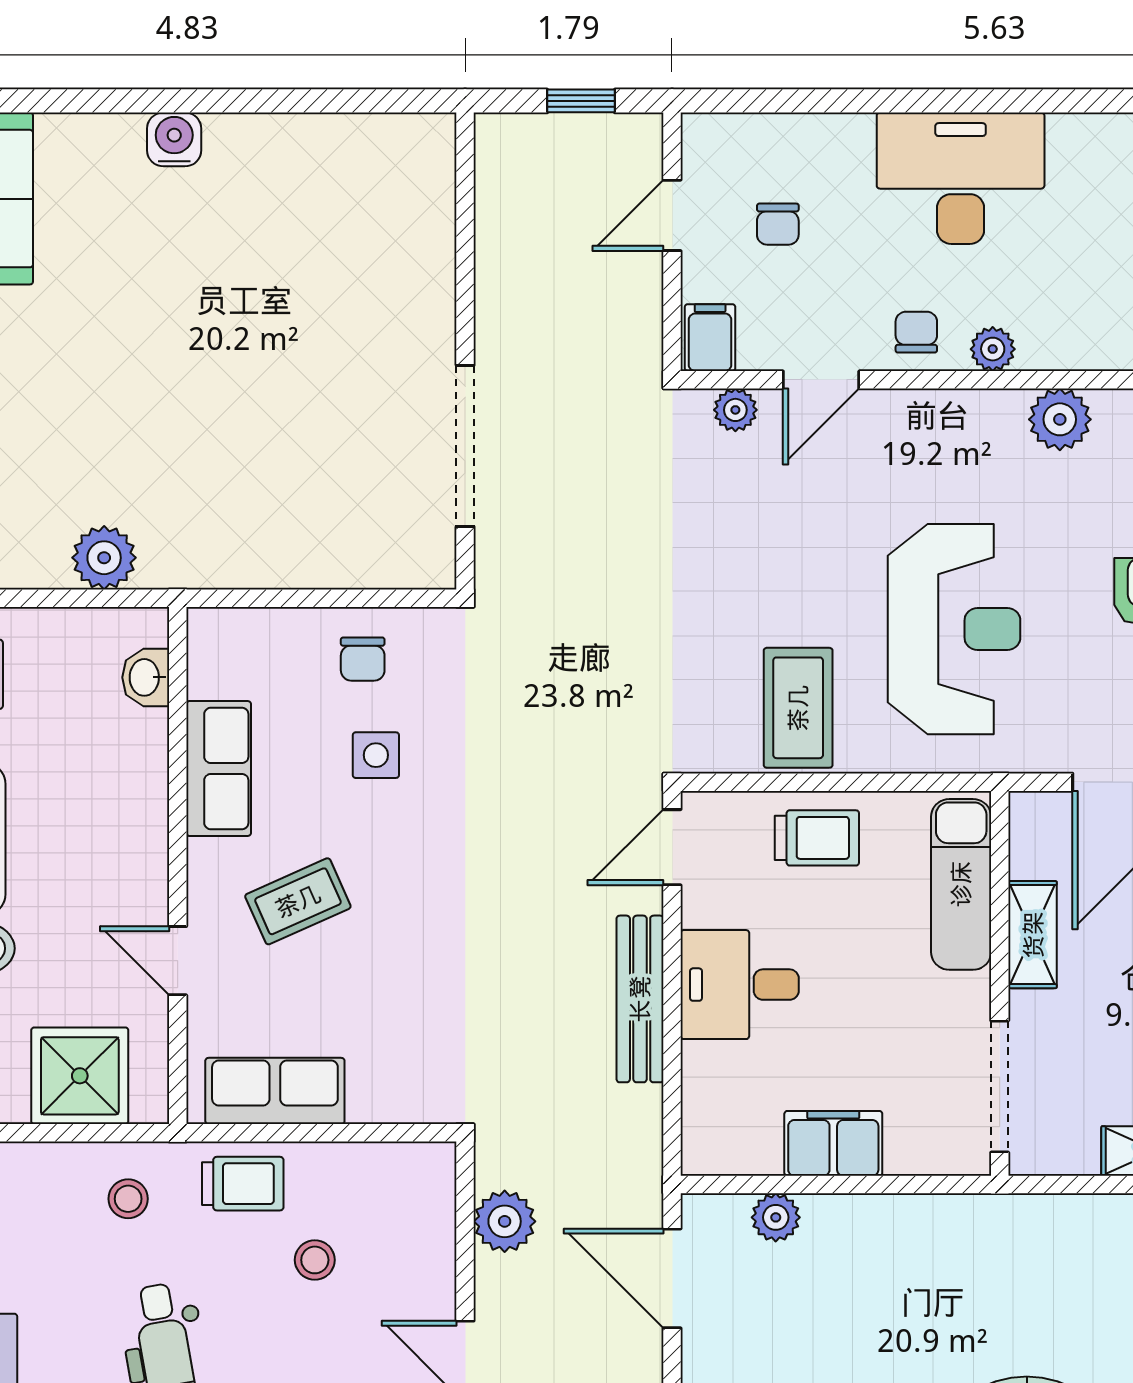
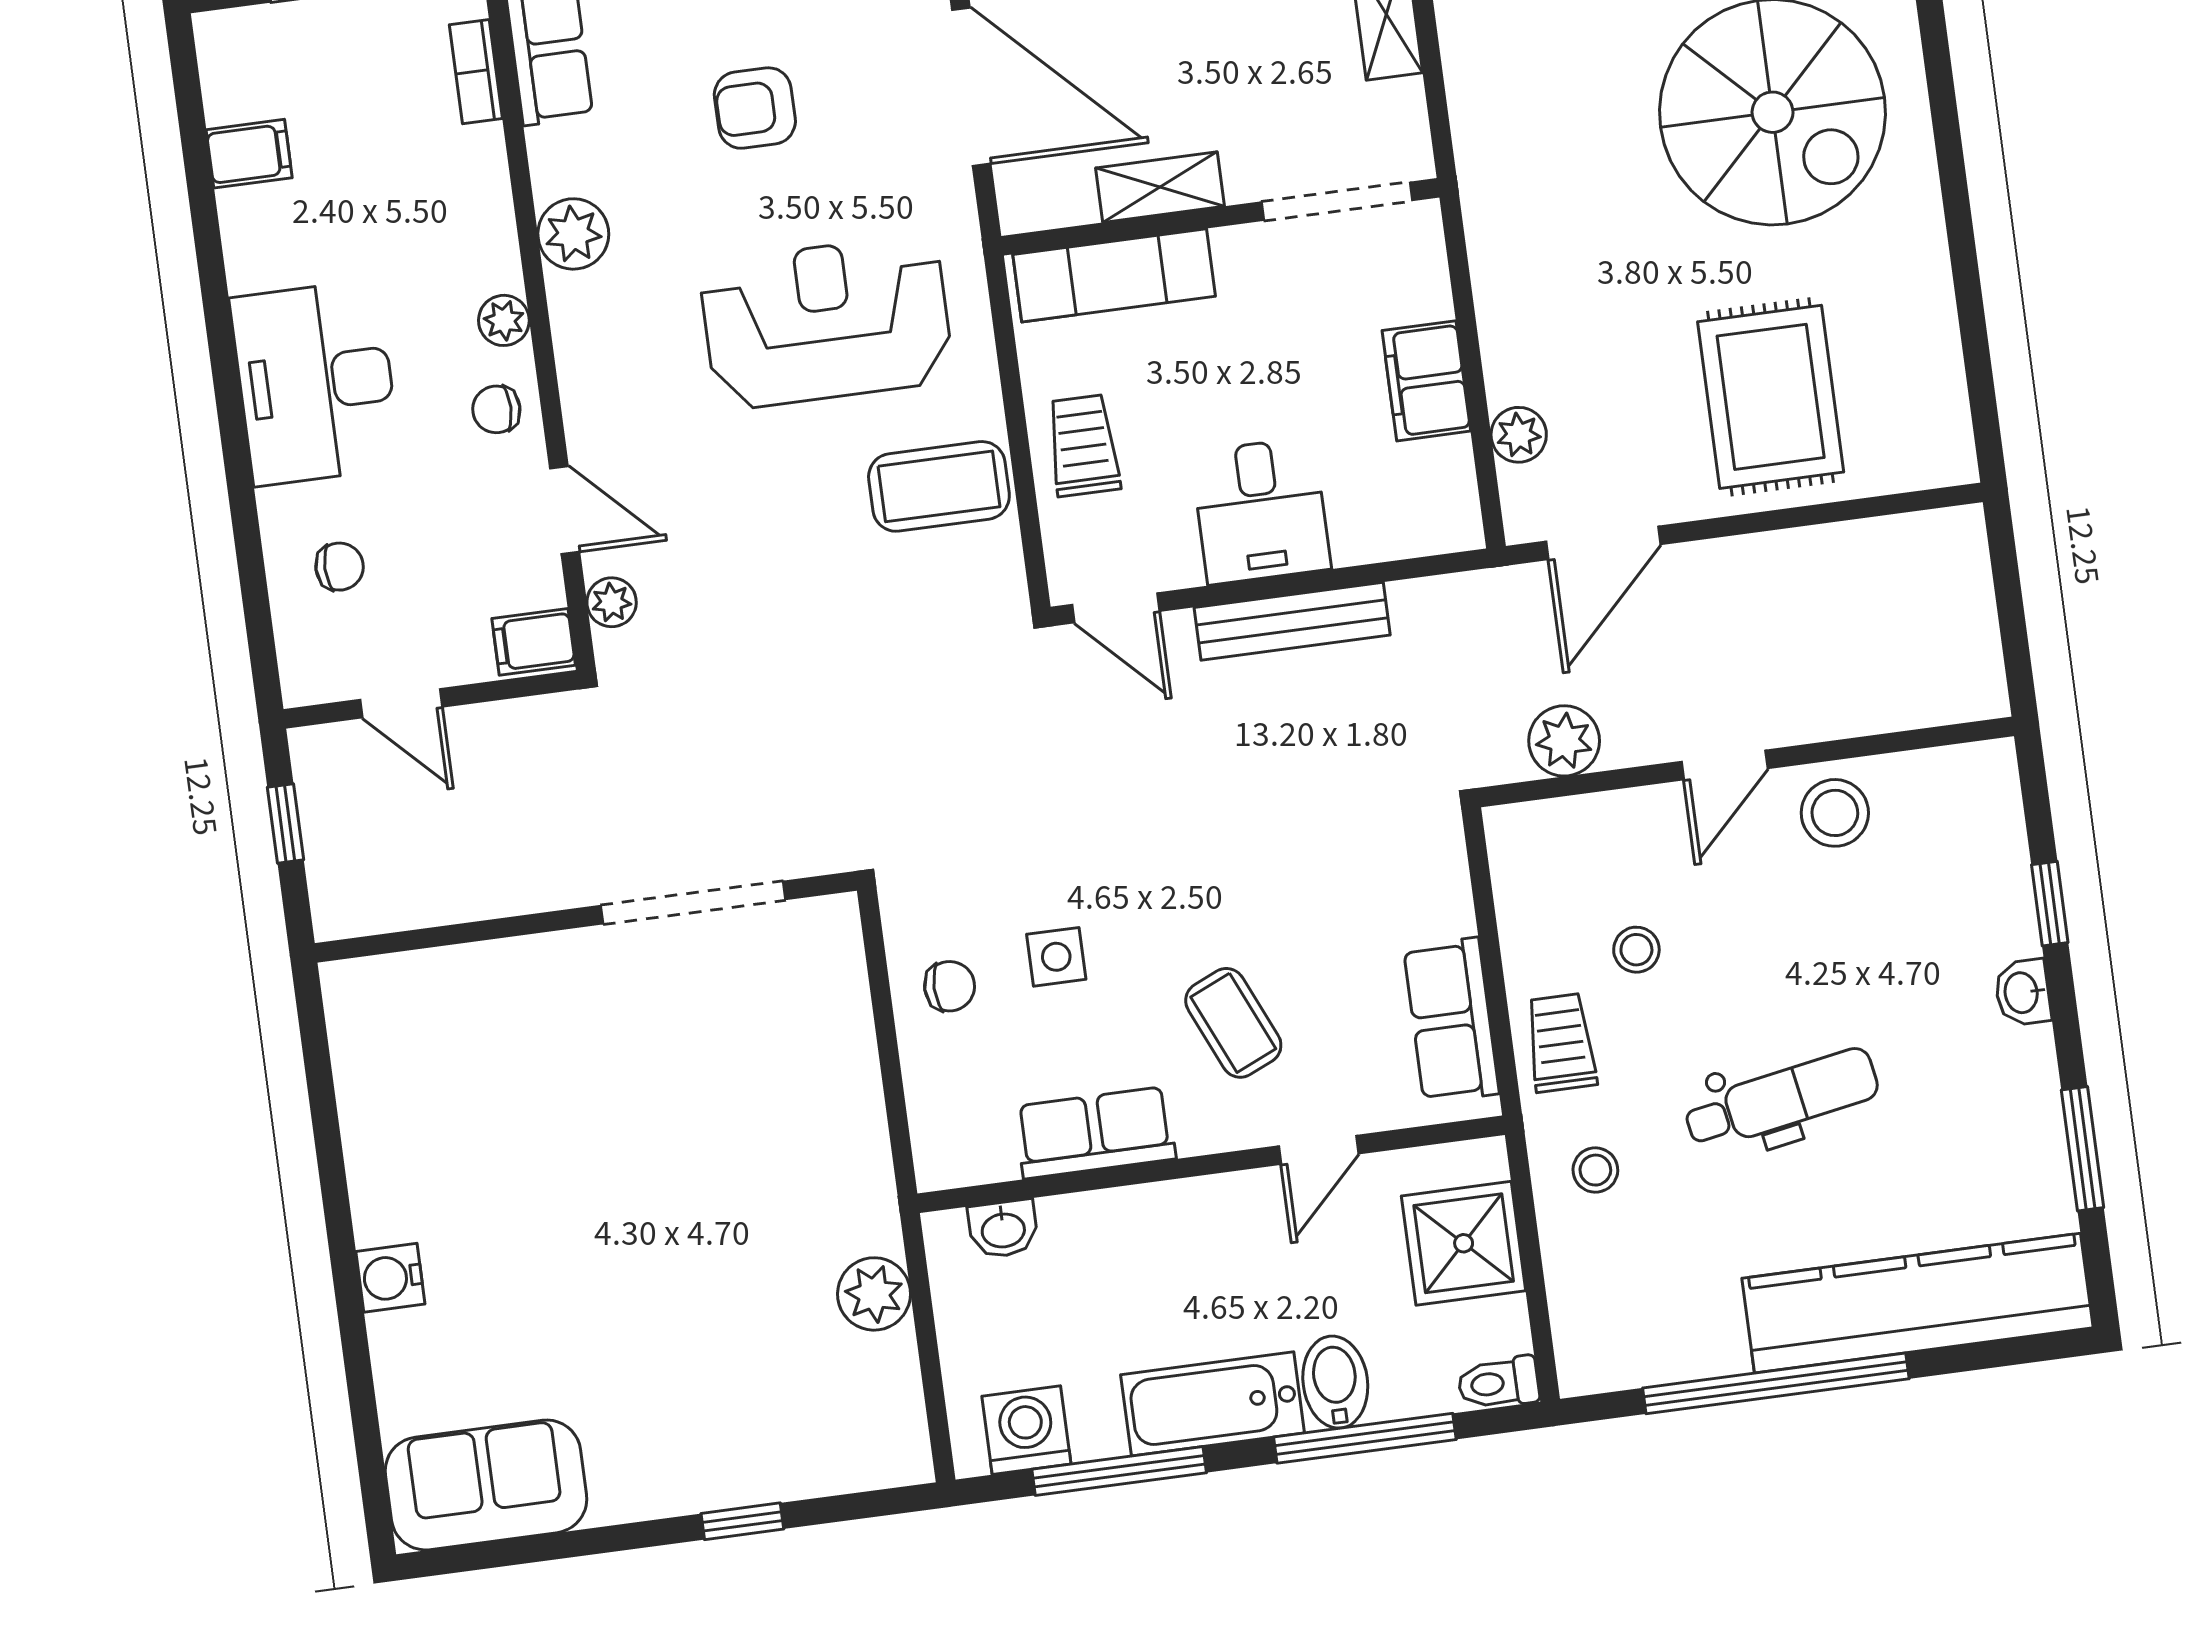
chair: (778, 224) -> (340, 567), moved

